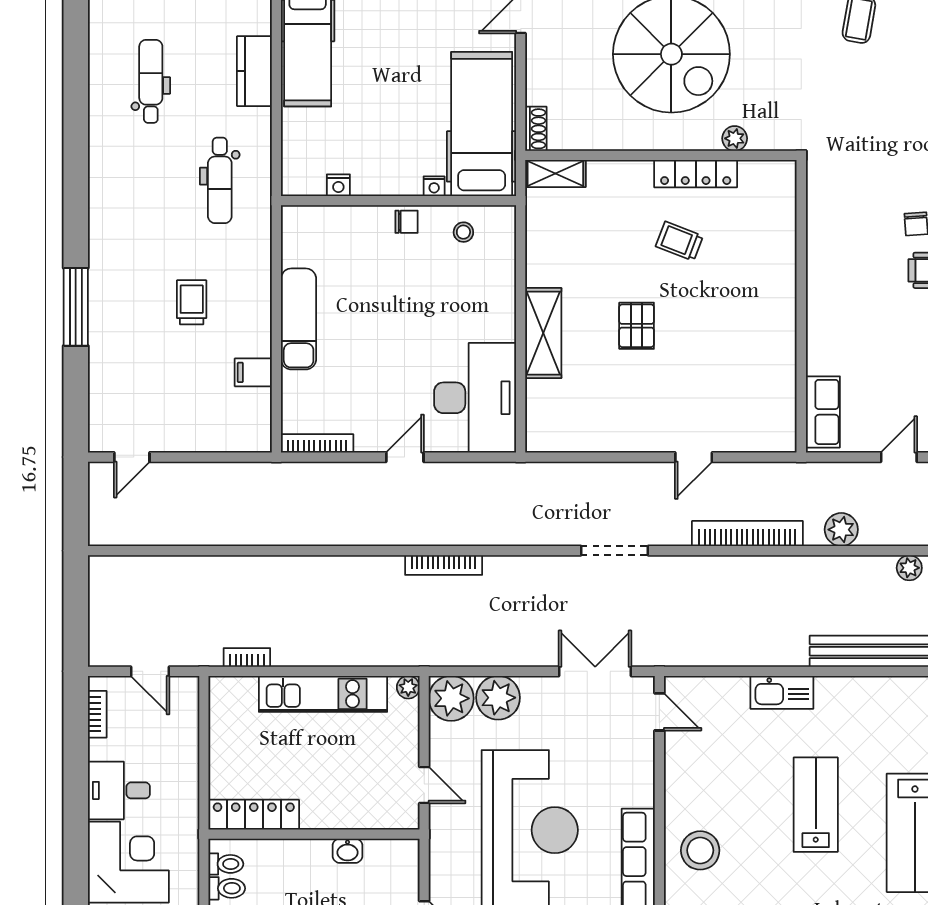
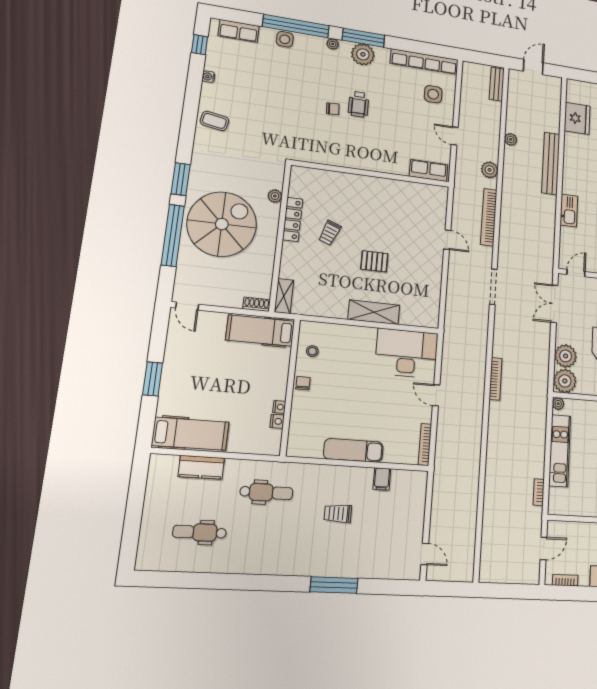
hospital bed: (482, 124) -> (260, 330), width x0.73, depth x0.78
nightstand: (434, 186) -> (279, 407), moved

